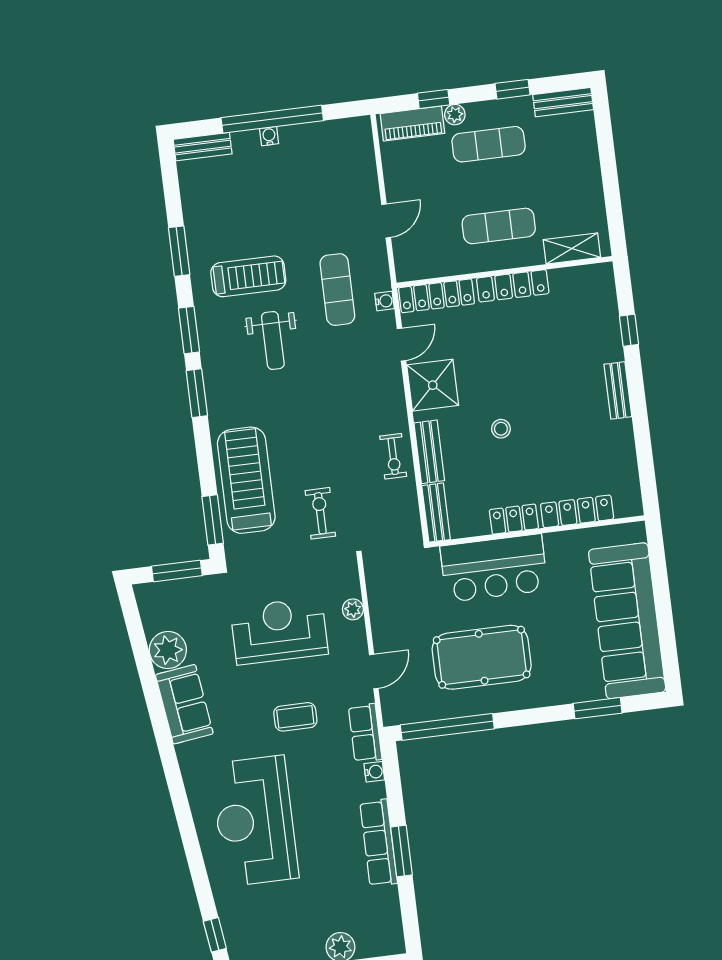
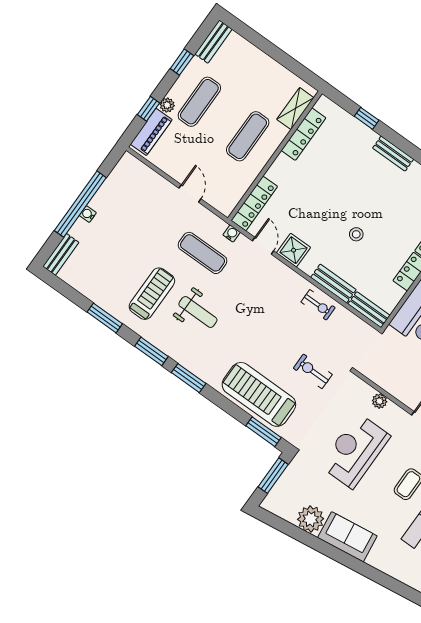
locker: (513, 286) -> (303, 134), moved
shower: (433, 385) -> (294, 250), width x0.73, depth x0.73

